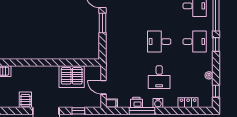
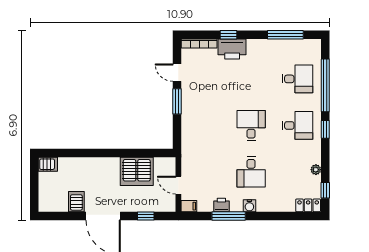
desk: (159, 42) -> (251, 125), turned 90
locker: (188, 103) -> (308, 205), moved

